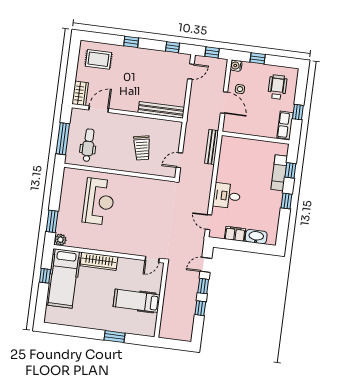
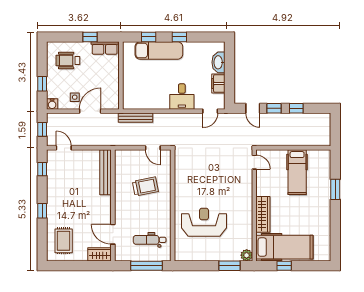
exam couch: (279, 173) -> (159, 50), width x1.36, depth x1.45

